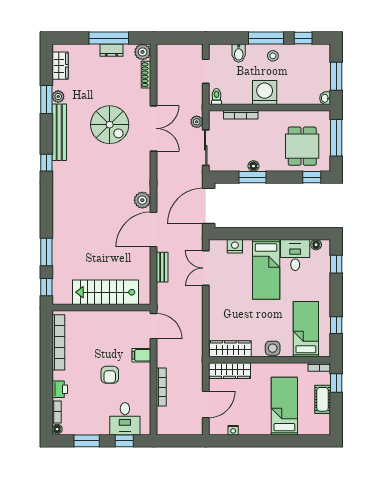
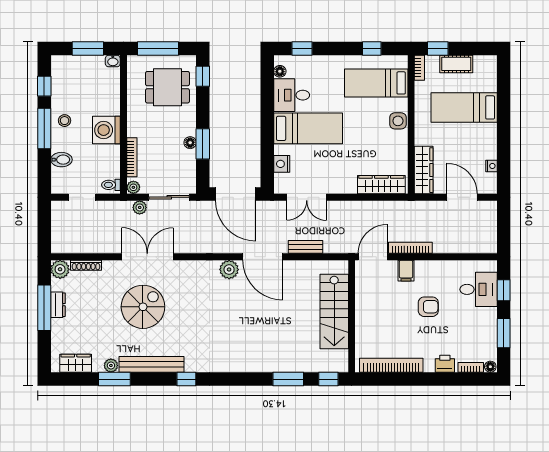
plant: (214, 116) -> (133, 187), added
wardrobe: (230, 349) -> (381, 185), moved, turned 90
bookcase: (161, 387) -> (410, 248), moved

